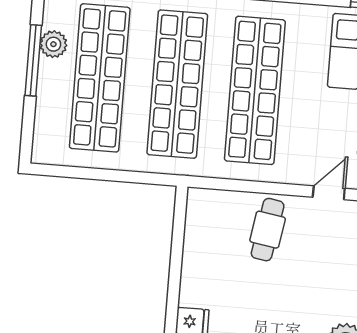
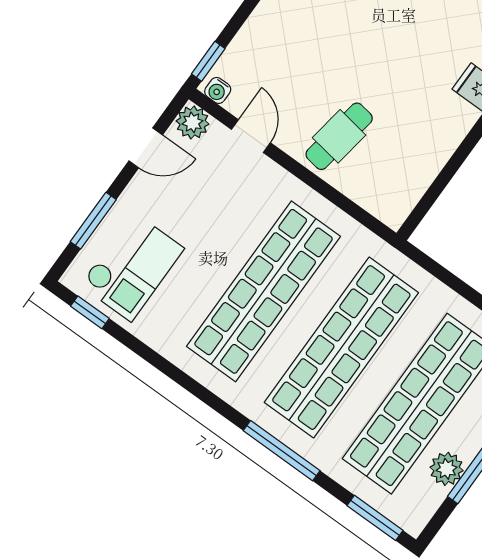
door: (329, 193) -> (251, 136), swing flipped

